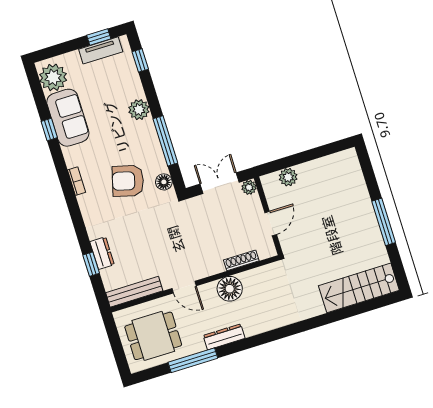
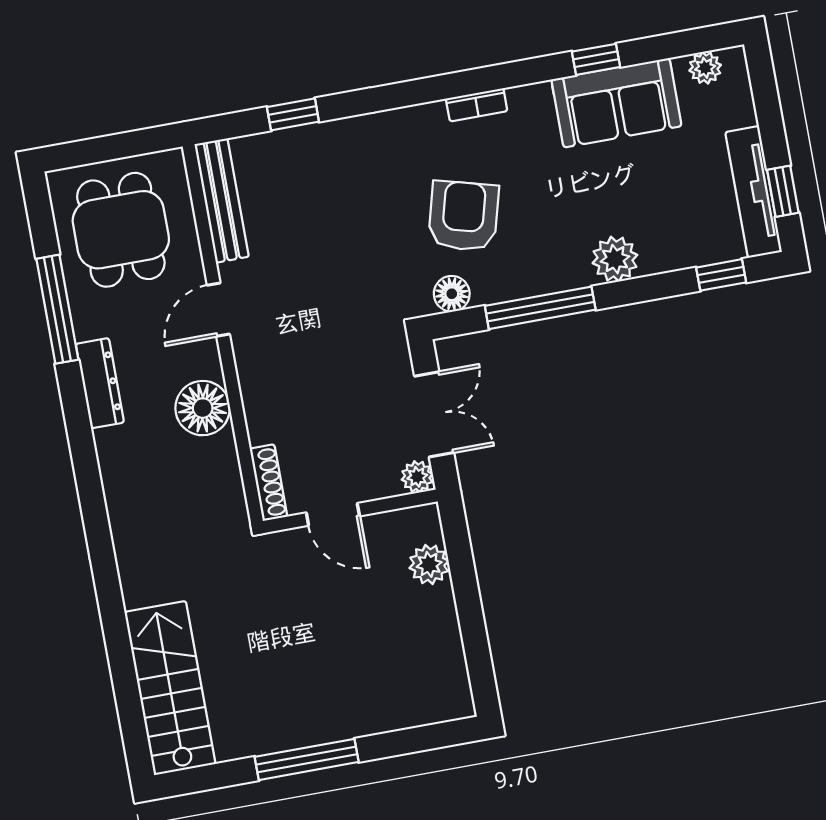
tv unit: (101, 50) -> (753, 192), width x1.41
plant: (53, 77) -> (705, 68), width x0.53, depth x0.53
dresser: (102, 253) -> (314, 141), removed
shoe rack: (241, 260) -> (268, 483), moved

